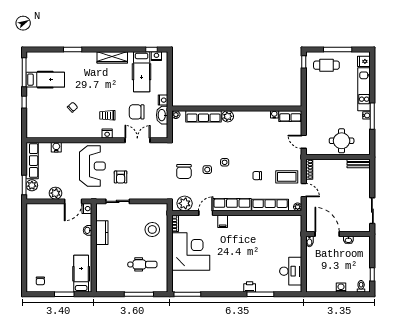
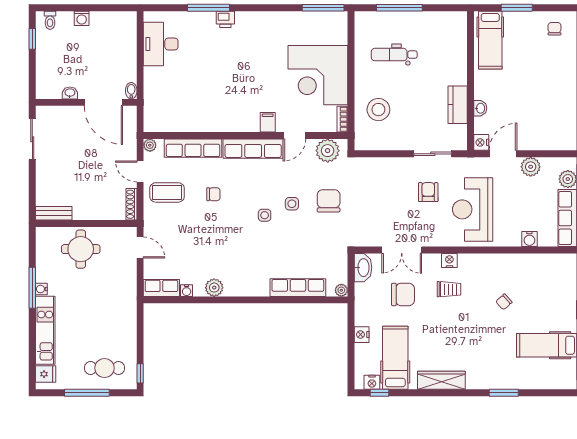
nightstand: (163, 100) -> (362, 335), moved
washbasin: (162, 115) -> (363, 268), moved
plant: (228, 116) -> (214, 288), moved

